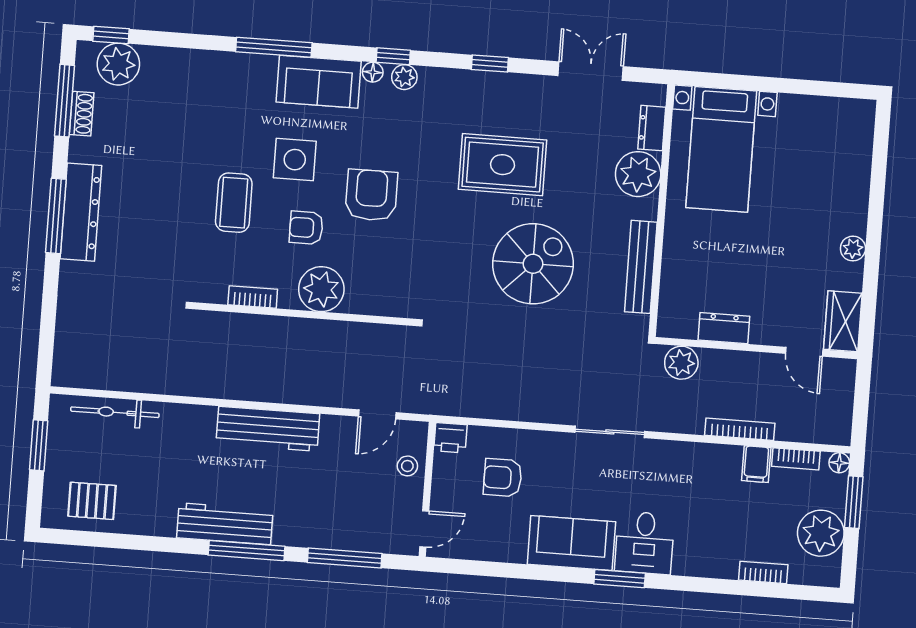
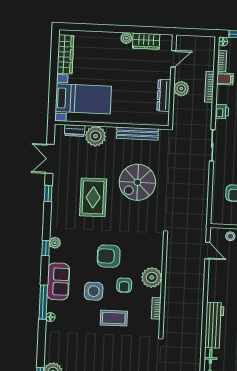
window: (490, 63) -> (48, 194), moved
floor lamp: (373, 72) -> (50, 317), moved
wardrobe: (821, 112) -> (65, 54), added
spiral stairs: (533, 264) -> (137, 182), turned -90
wardrobe: (843, 321) -> (146, 41), moved
dresser: (724, 328) -> (164, 95), width x1.44
plant: (681, 363) -> (181, 89), moved
workbench: (268, 429) -> (214, 325), moved
printer: (450, 438) -> (222, 112), moved

